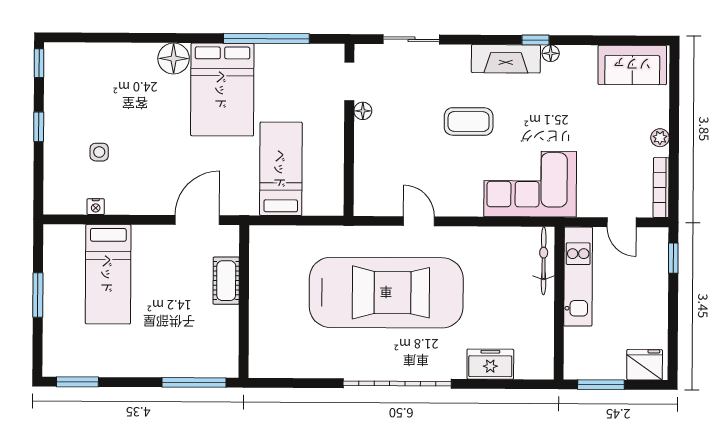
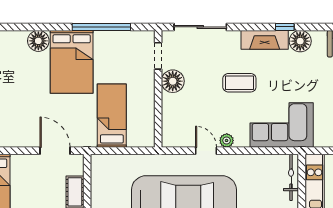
sliding door: (411, 39) -> (200, 27), width x1.37
floor lamp: (551, 53) -> (300, 41), width x1.89, depth x1.89
floor lamp: (363, 111) -> (173, 81), width x1.89, depth x1.89
plant: (449, 206) -> (227, 140), added
door: (197, 220) -> (55, 151), hinge flipped

